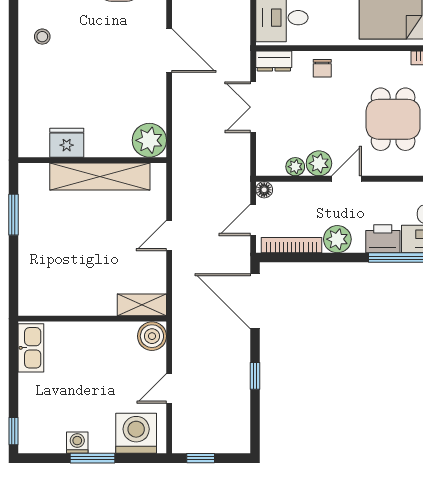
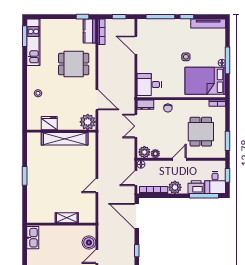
plant: (149, 140) -> (88, 122), moved
fridge: (67, 143) -> (49, 123), moved
wall: (92, 160) -> (61, 131), moved
plant: (319, 163) -> (144, 152), moved
shelving: (100, 177) -> (65, 139), moved
shelving: (142, 305) -> (67, 218), moved
boiler: (152, 336) -> (89, 243), moved

